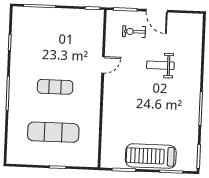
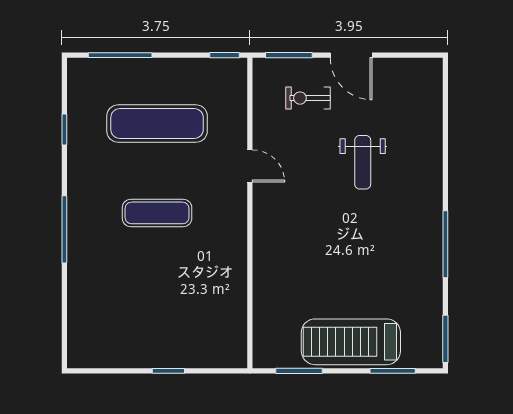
door: (103, 65) -> (250, 166), hinge flipped
weight bench: (160, 65) -> (363, 162), turned -90
exercise mat: (53, 132) -> (157, 124), moved

